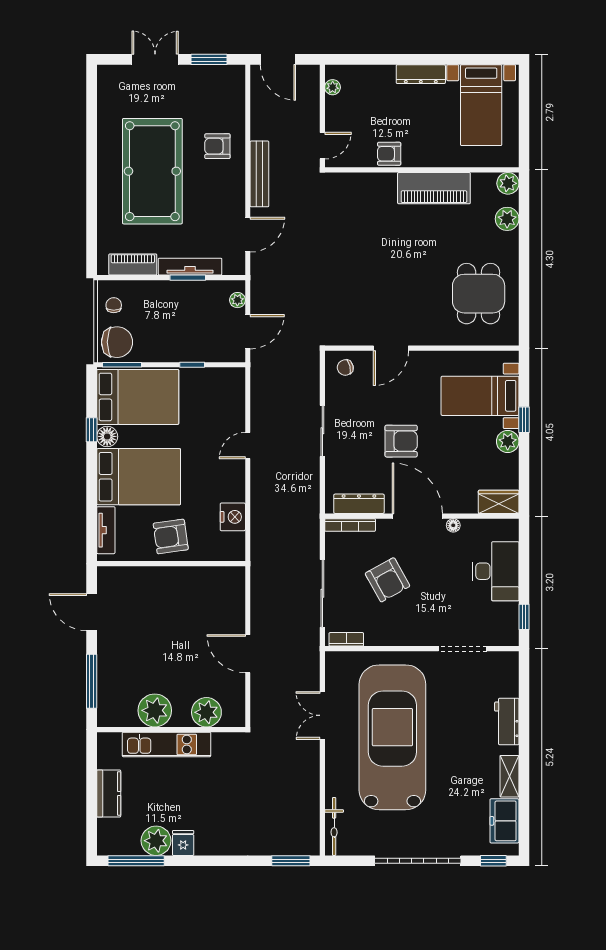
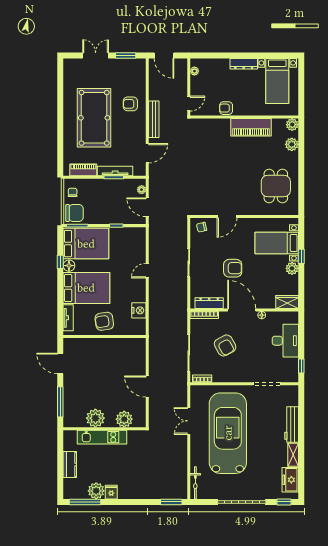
door: (248, 332) -> (147, 207), swing flipped
workbench: (507, 722) -> (292, 424), width x1.37

